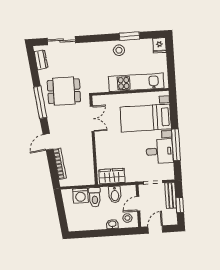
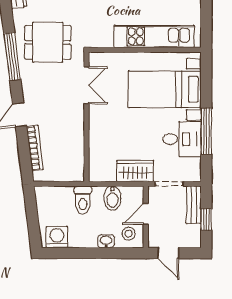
wardrobe: (112, 176) -> (135, 171), moved
washing machine: (80, 196) -> (57, 237), moved, turned 180
door: (155, 229) -> (168, 253), swing flipped

